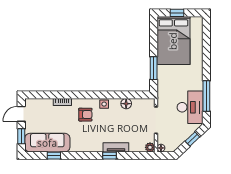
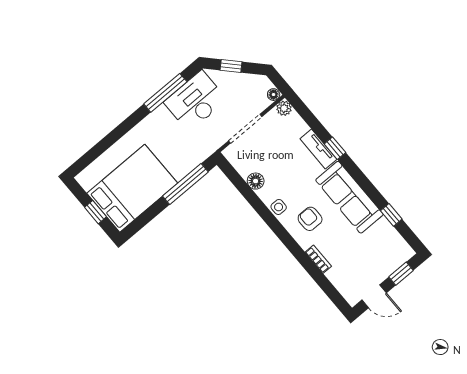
window: (154, 68) -> (185, 184), width x1.44
sofa: (47, 143) -> (349, 197), moved

